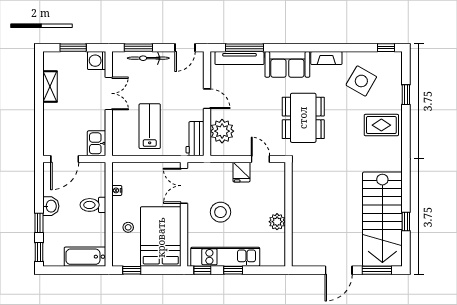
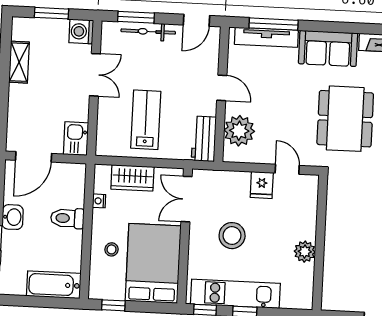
wardrobe: (142, 171) -> (132, 178), added

